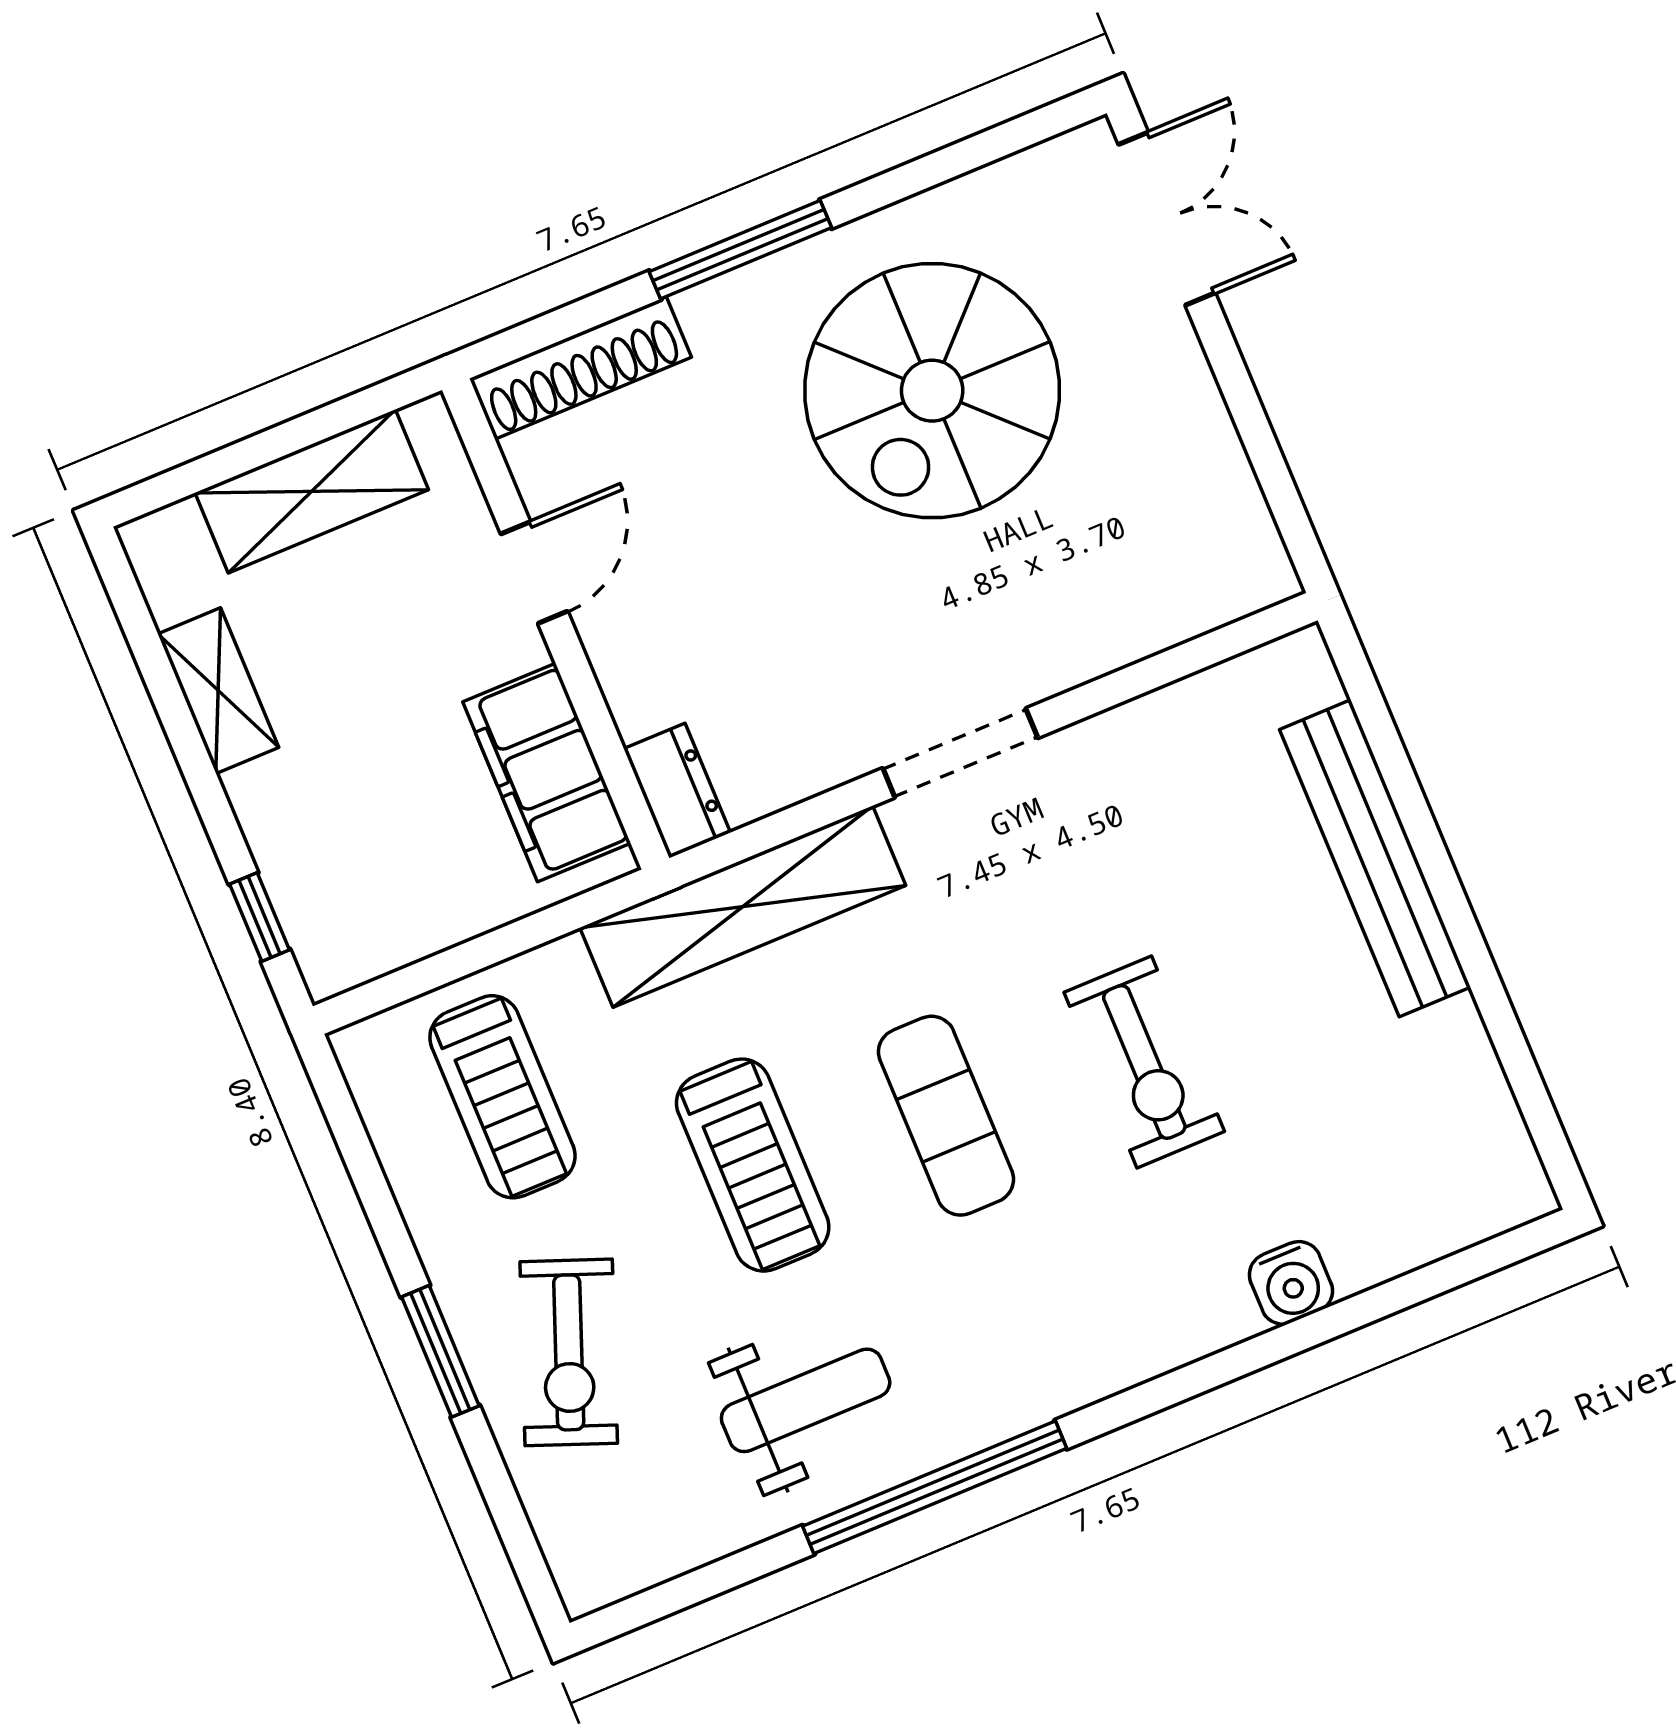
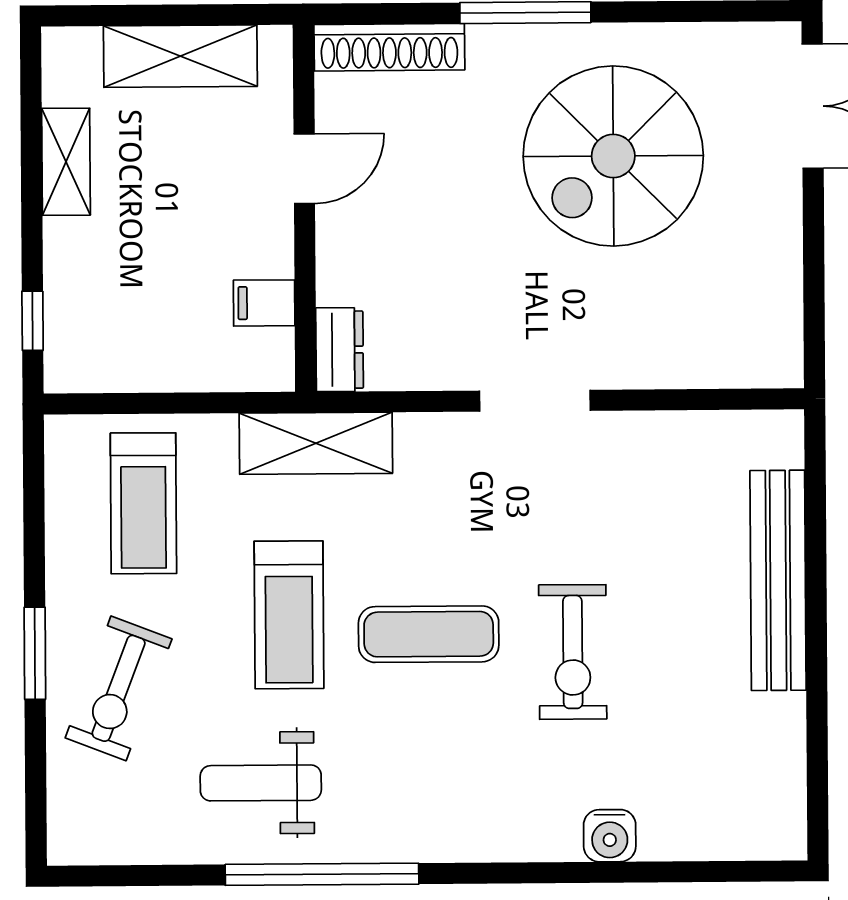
filing cabinet: (547, 773) -> (264, 303), width x0.33, depth x0.86
shelving: (743, 907) -> (316, 443), width x0.68
exercise mat: (946, 1116) -> (429, 634), turned 90
weight bench: (806, 1400) -> (261, 783), turned 180

